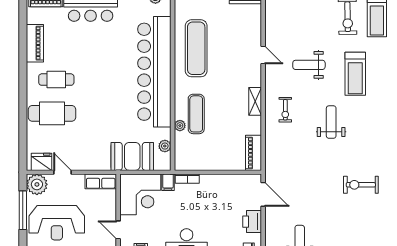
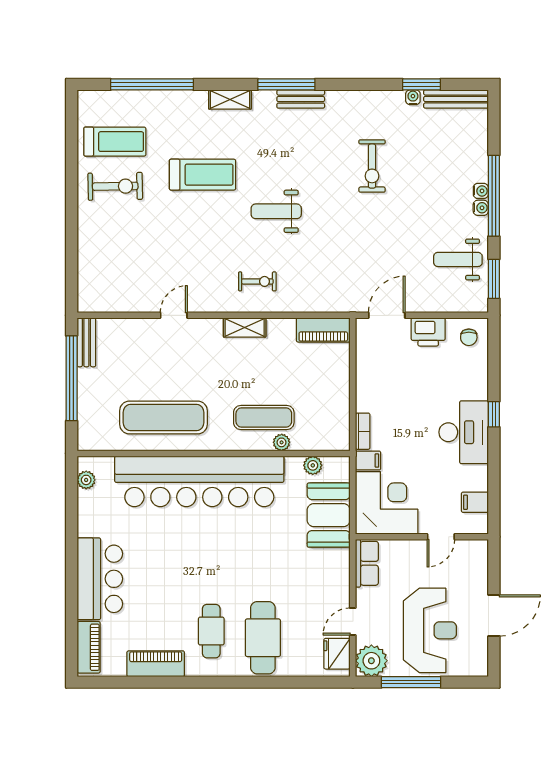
weight bench: (309, 65) -> (189, 245), removed

